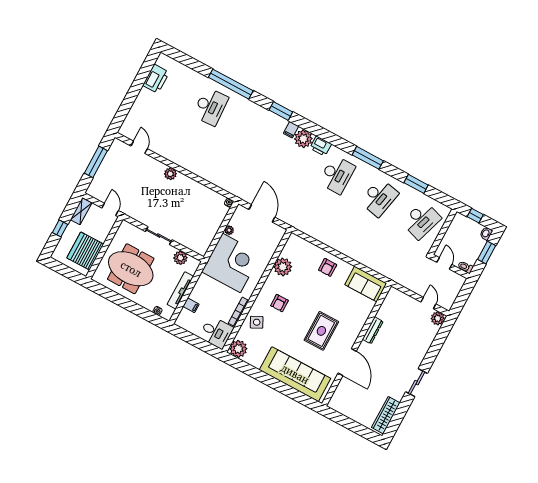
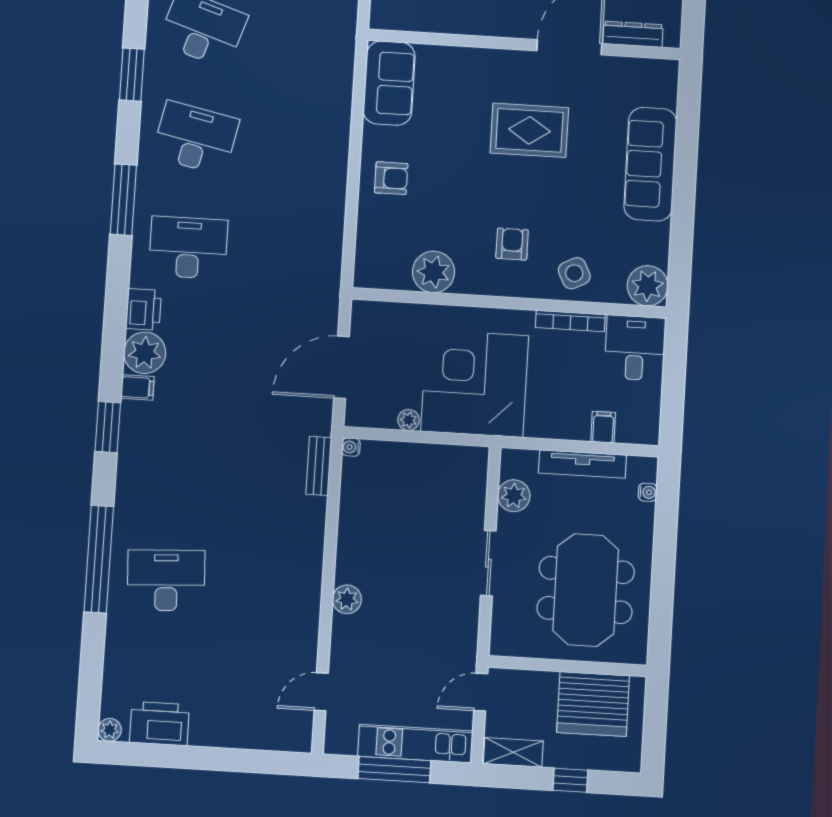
plant: (163, 58) -> (110, 730), added
kitchen unit: (102, 175) -> (415, 744), added
bench: (227, 187) -> (319, 466), added
armchair: (279, 303) -> (512, 244), turned -90
dresser: (373, 330) -> (633, 34), moved
sofa: (295, 374) -> (650, 164), width x0.74, depth x0.79

